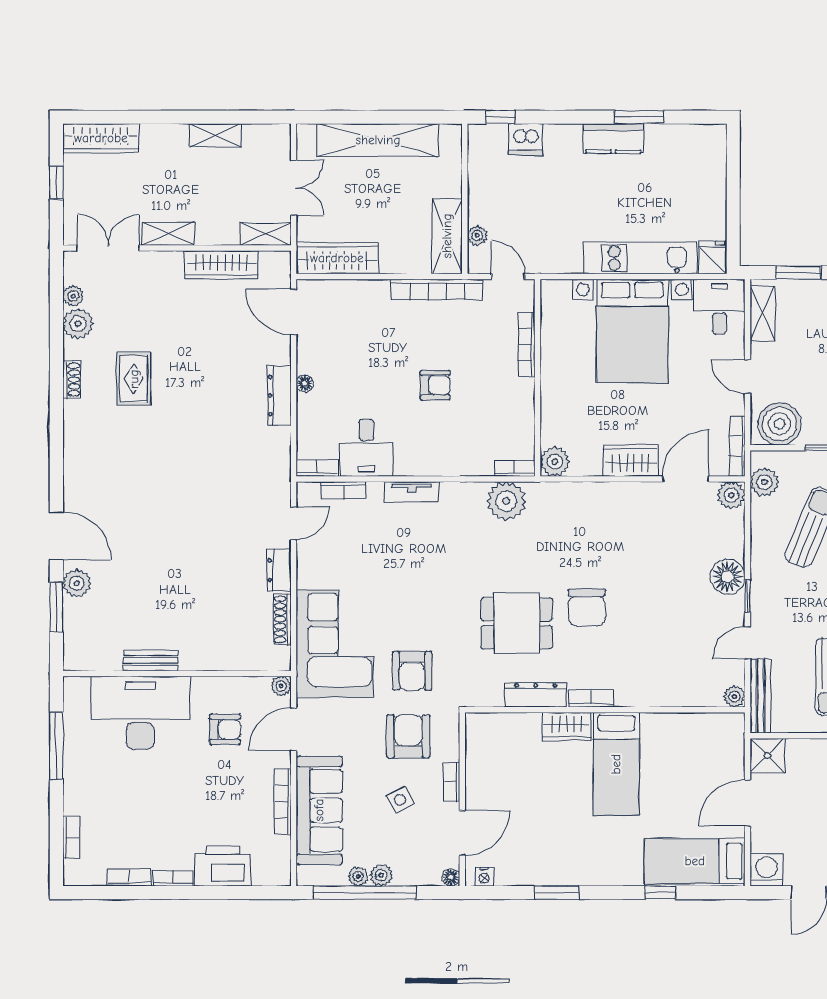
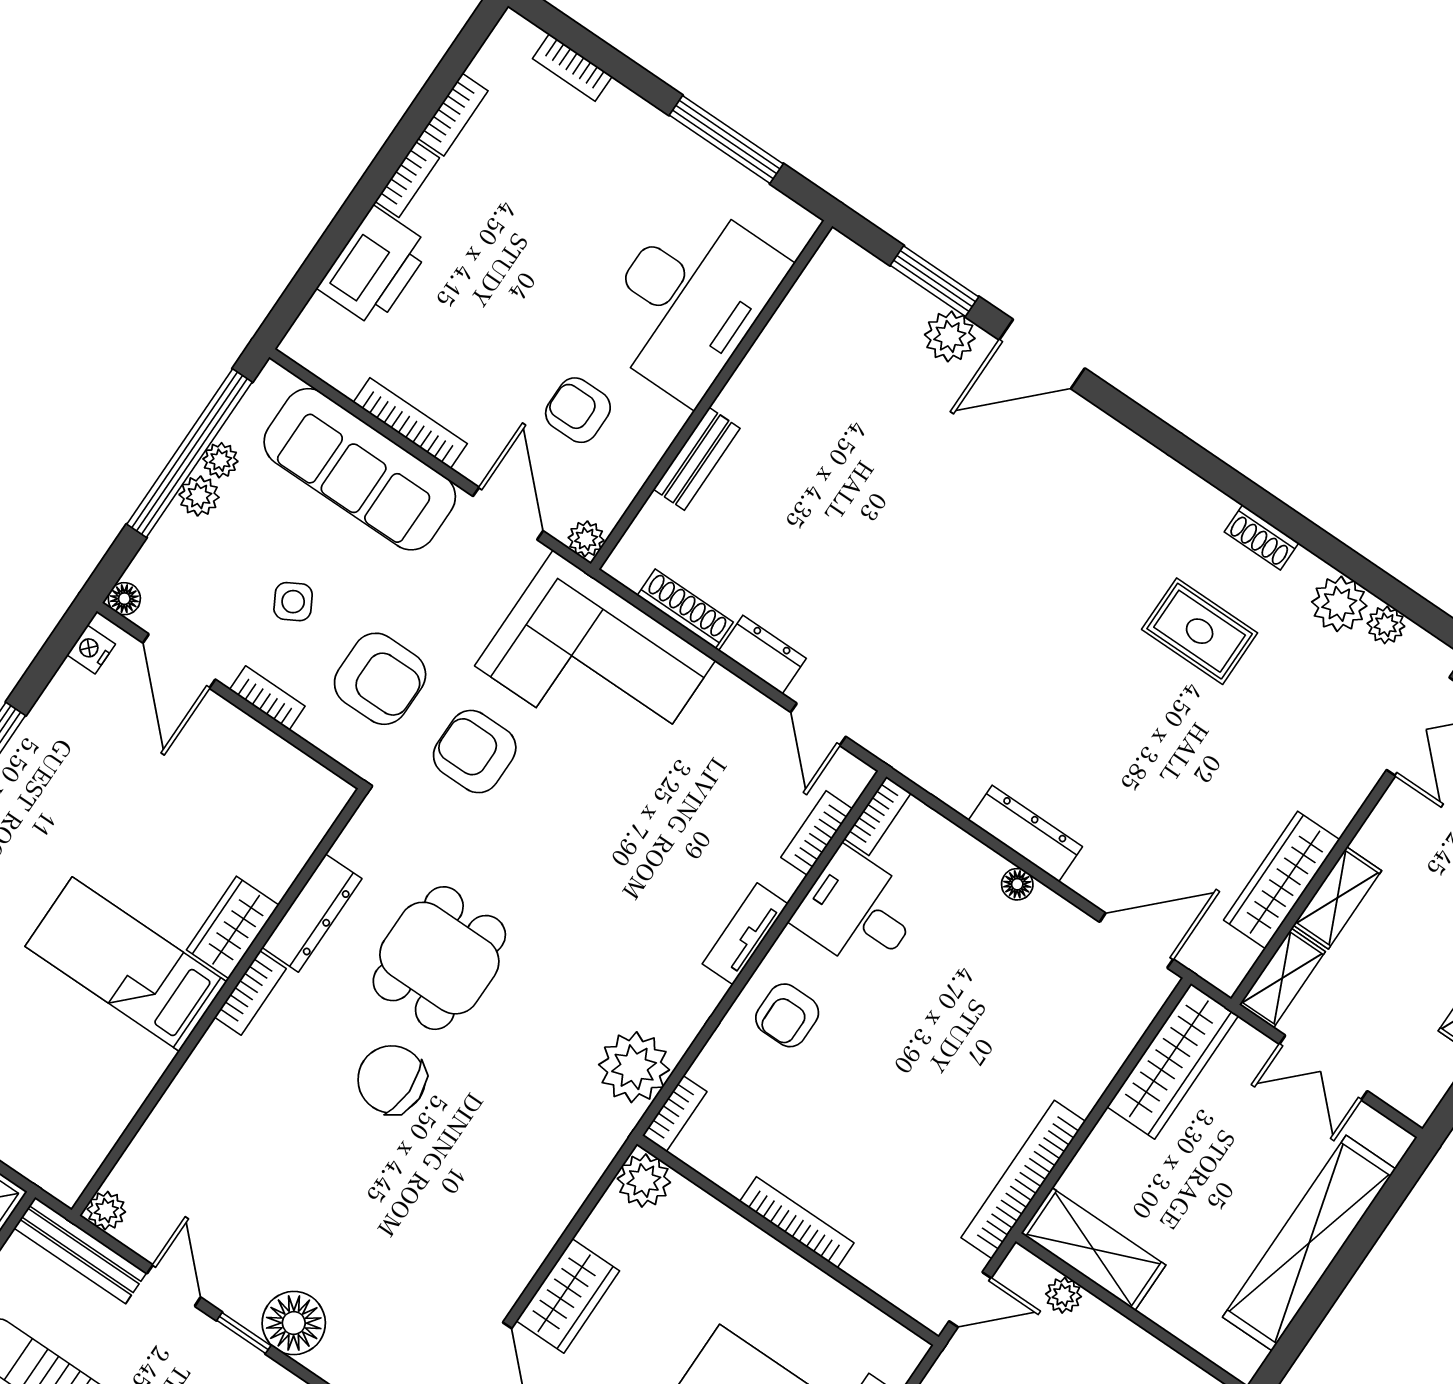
shelving: (168, 234) -> (1337, 898), moved
bookcase: (527, 344) -> (797, 1222), moved
armchair: (435, 385) -> (787, 1015), moved
bench: (151, 660) -> (697, 459), moved
armchair: (225, 729) -> (578, 410), turned 90

